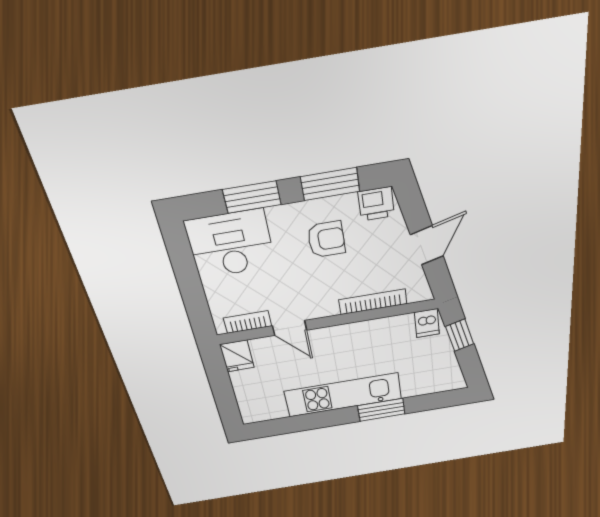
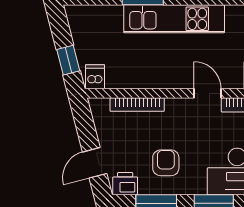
armchair: (326, 239) -> (166, 163), turned 90
door: (427, 245) -> (95, 163), moved

